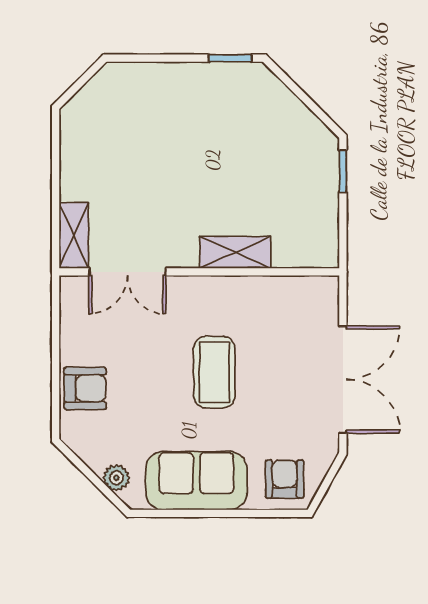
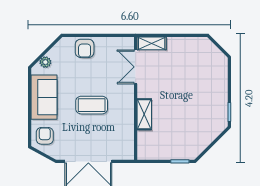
armchair: (285, 479) -> (45, 136), turned -90

